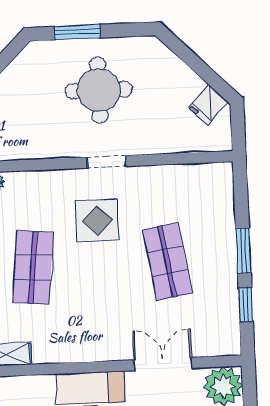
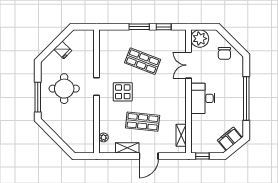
window: (77, 32) -> (38, 97), width x1.44
fridge: (208, 105) -> (63, 50), moved
shop shelf: (167, 261) -> (143, 61), turned 30

